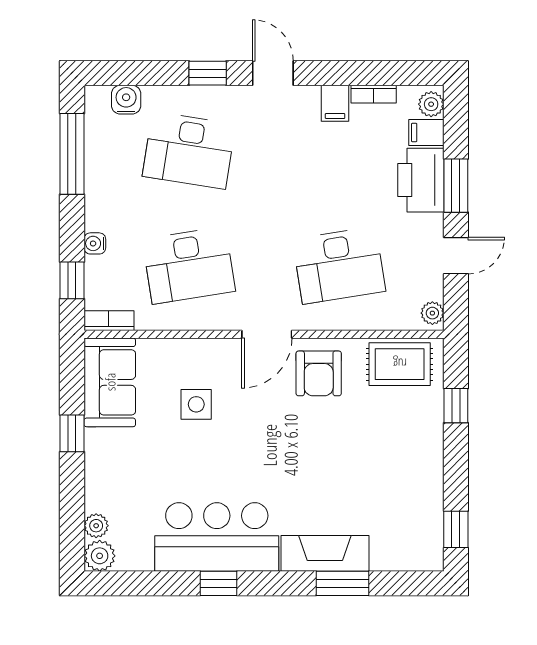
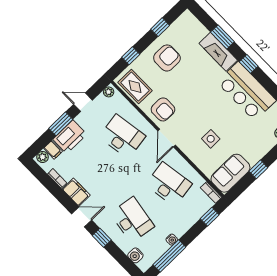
door: (273, 73) -> (82, 217), swing flipped
filing cabinet: (335, 103) -> (76, 192), width x2.00
water cooler: (95, 243) -> (172, 240), moved
door: (267, 334) -> (167, 138), swing flipped
armchair: (319, 373) -> (163, 109), turned 90
armchair: (396, 461) -> (167, 58), added
window: (456, 529) -> (160, 27), moved
window: (219, 583) -> (249, 64), moved

